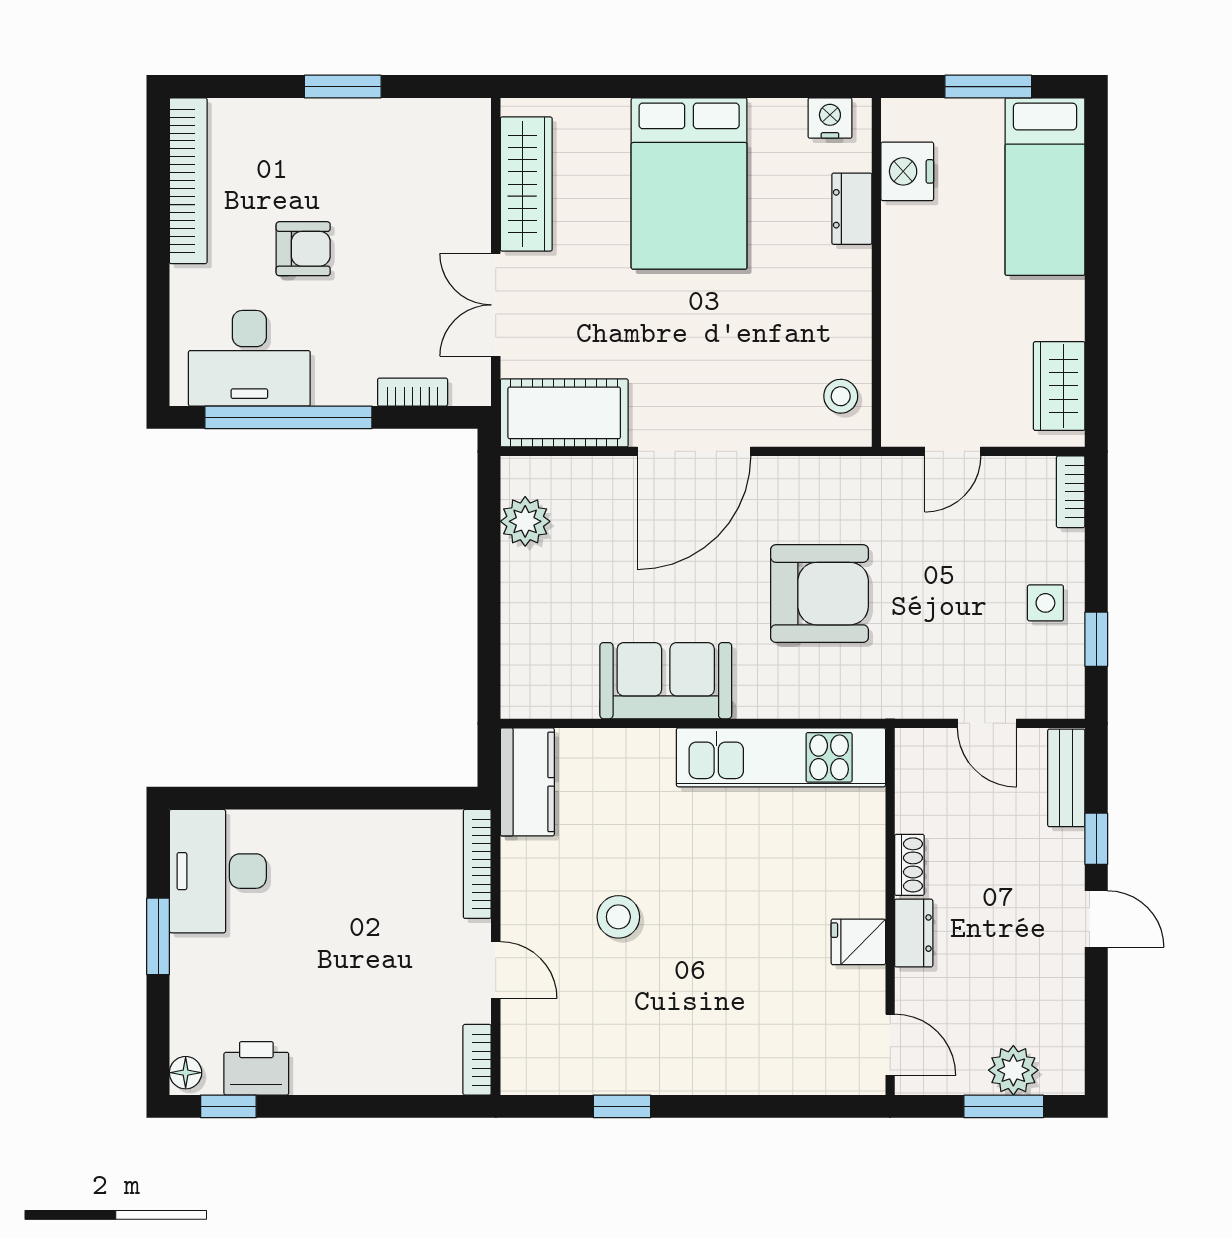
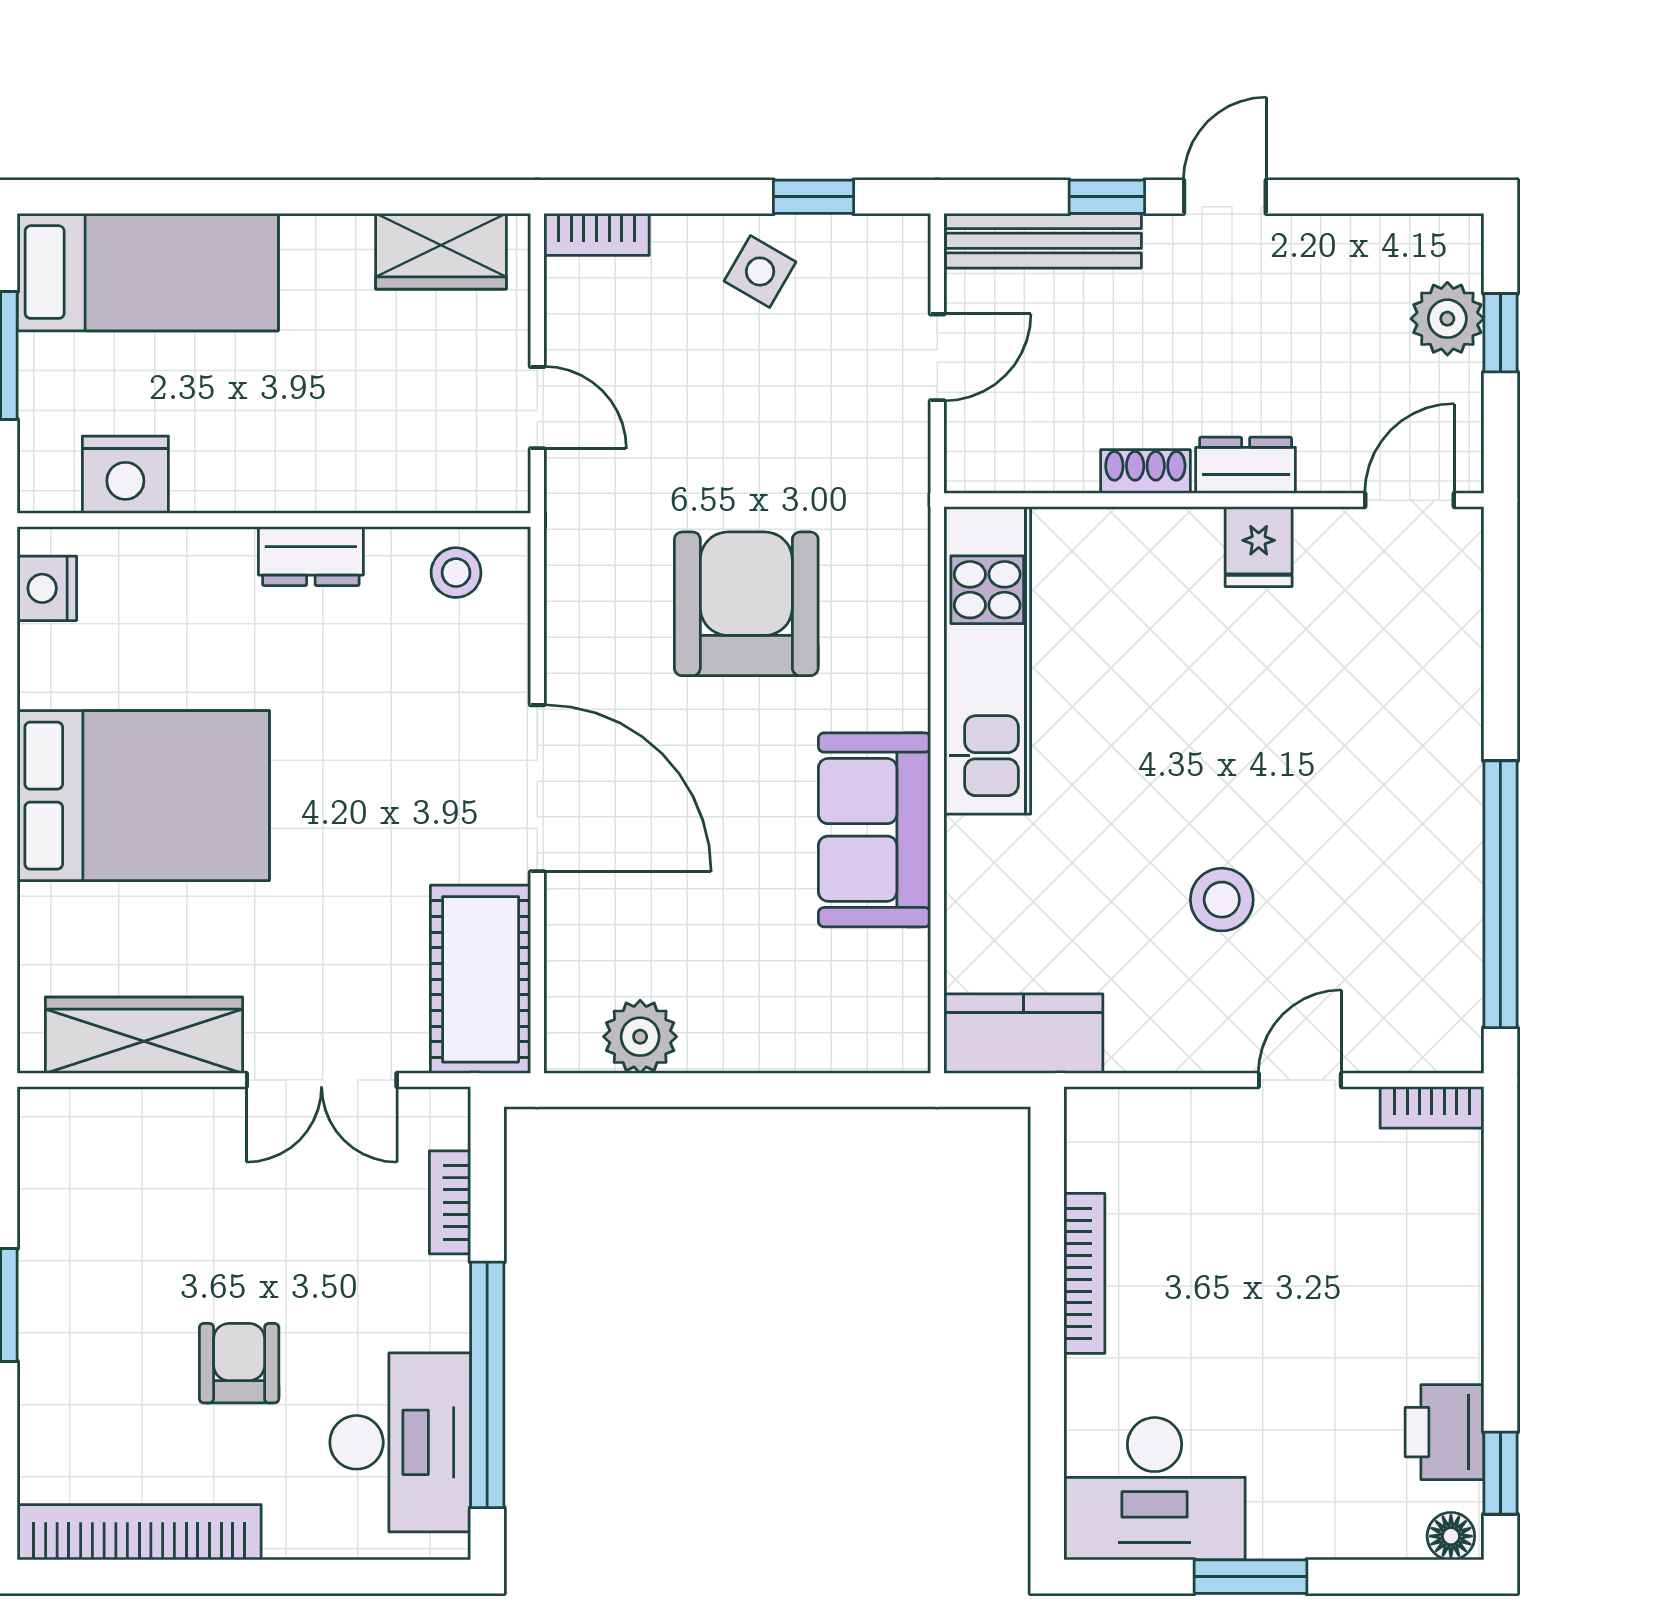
dresser: (852, 209) -> (311, 556), moved
side table: (1045, 603) -> (760, 271), turned 30
bench: (1066, 778) -> (1043, 241), width x1.36
bookcase: (477, 864) -> (1084, 1273), moved, turned -90
window: (622, 1106) -> (1500, 894), width x3.17
window: (1004, 1106) -> (1500, 333), width x0.67

